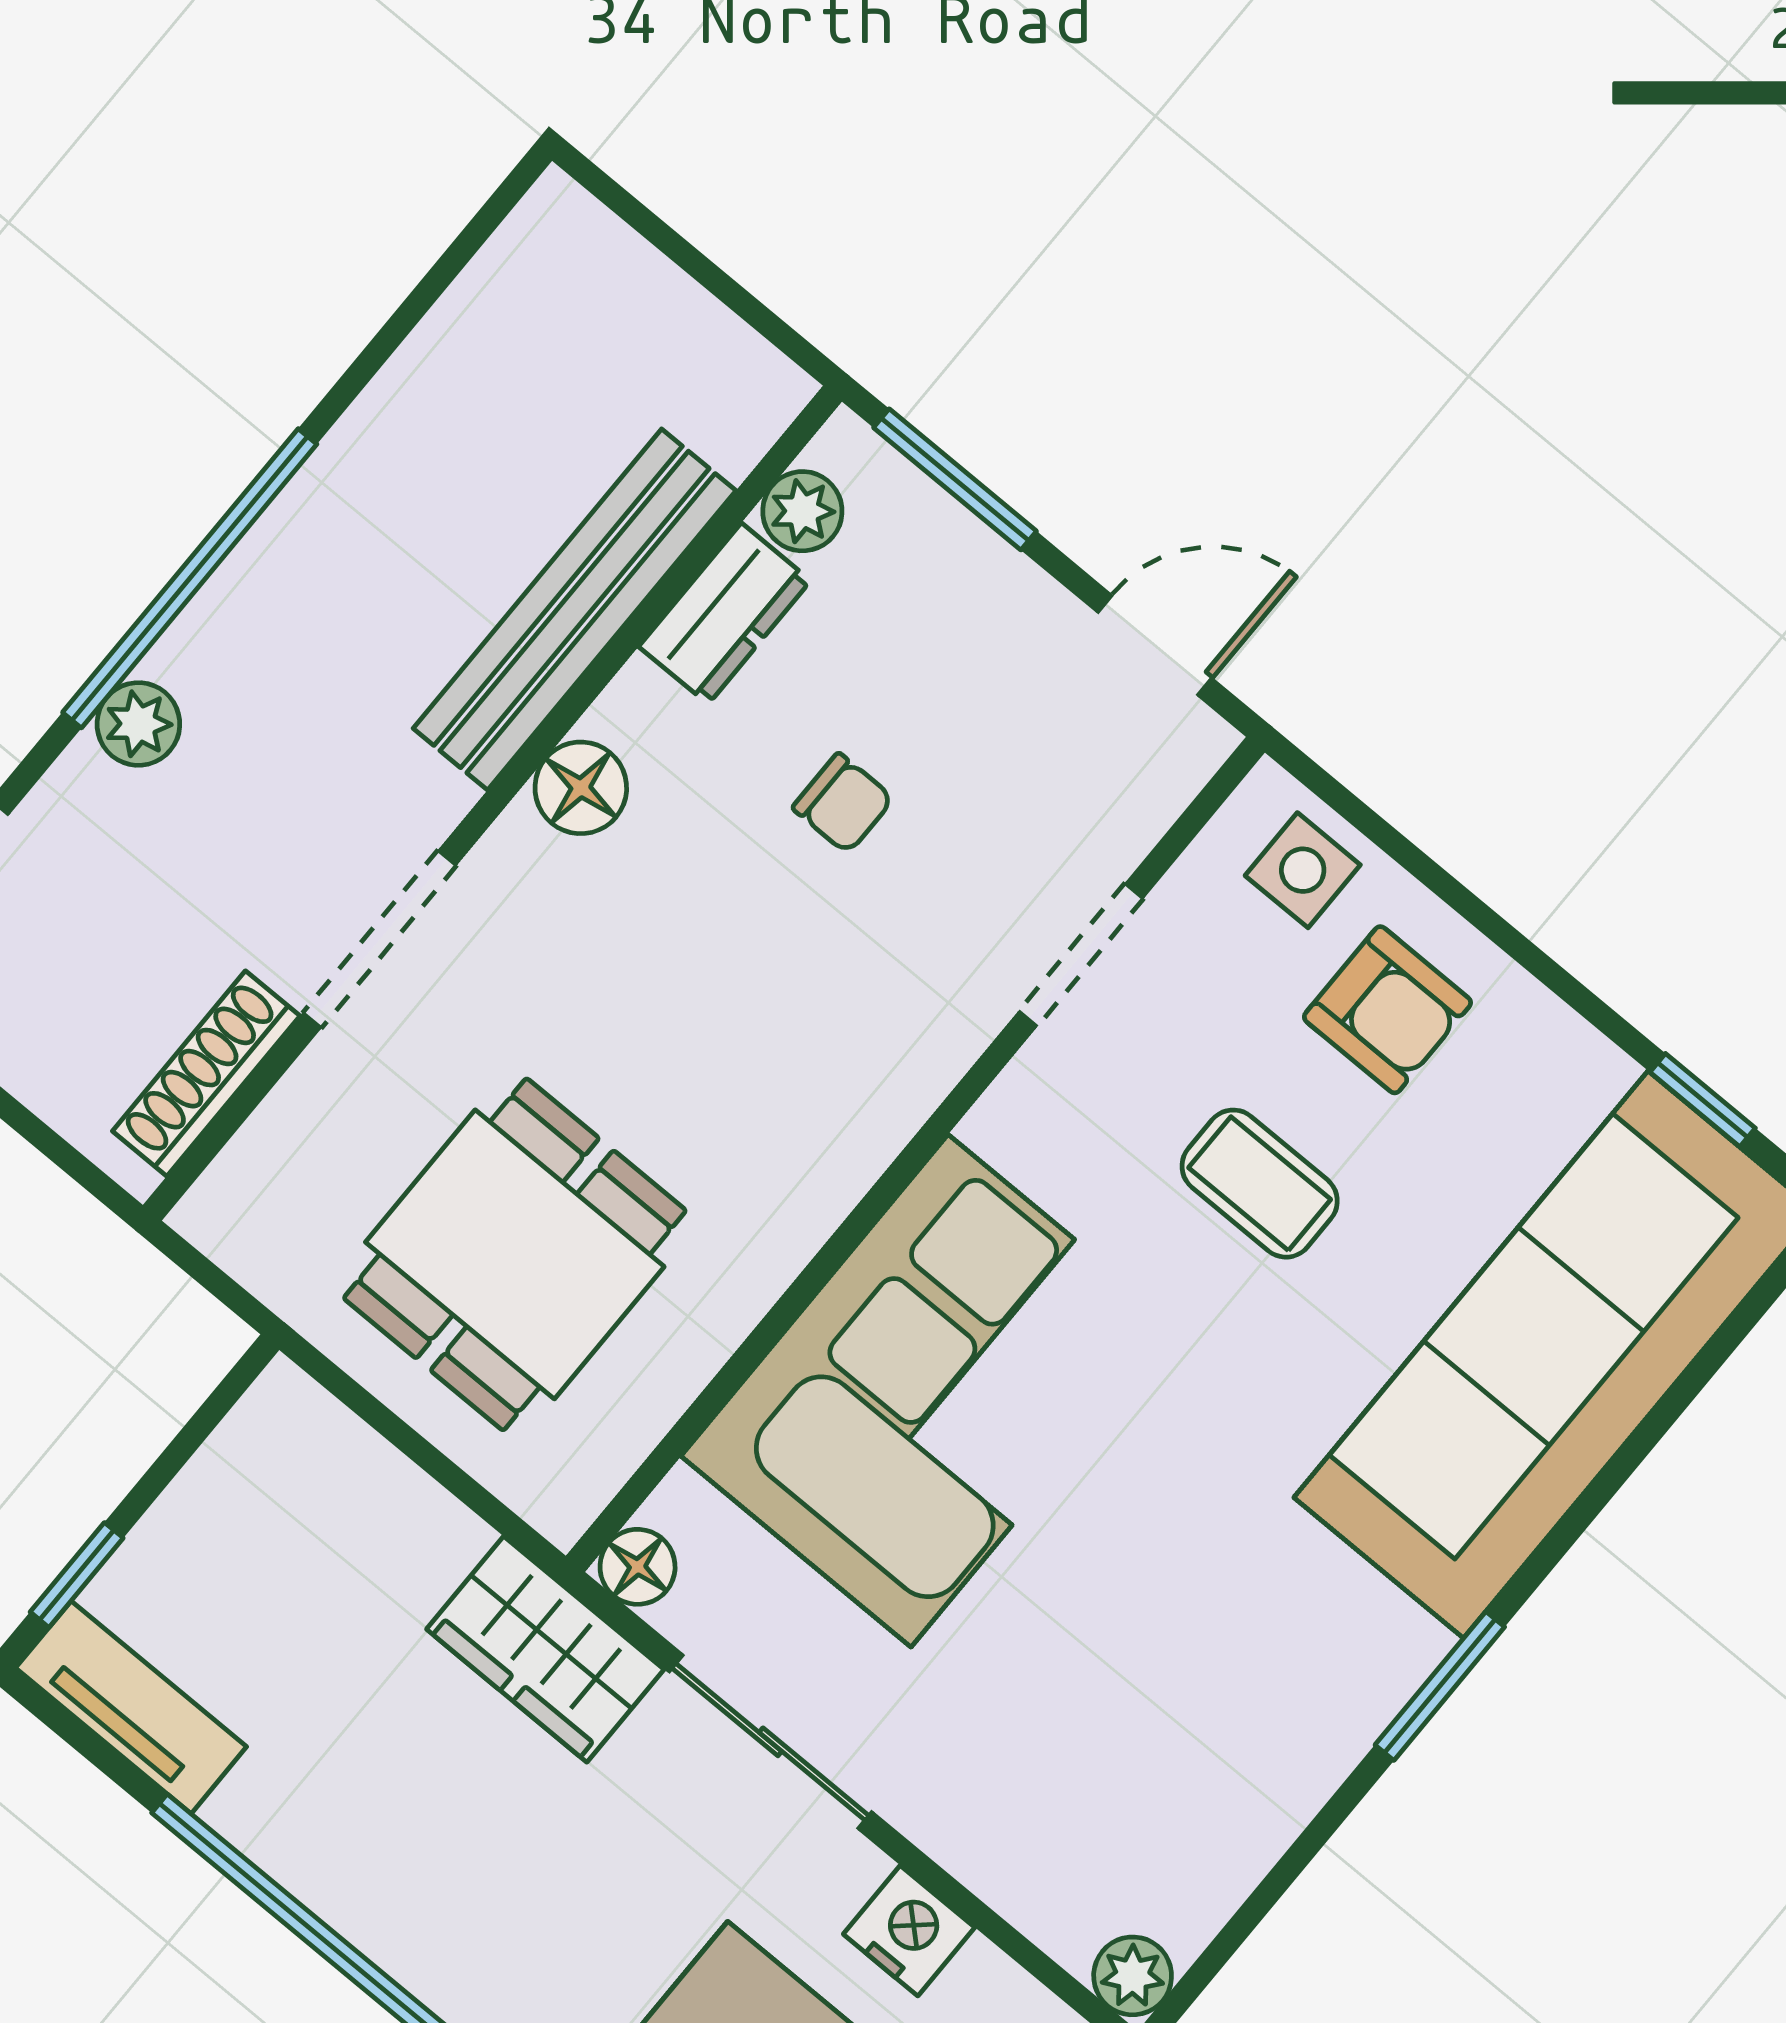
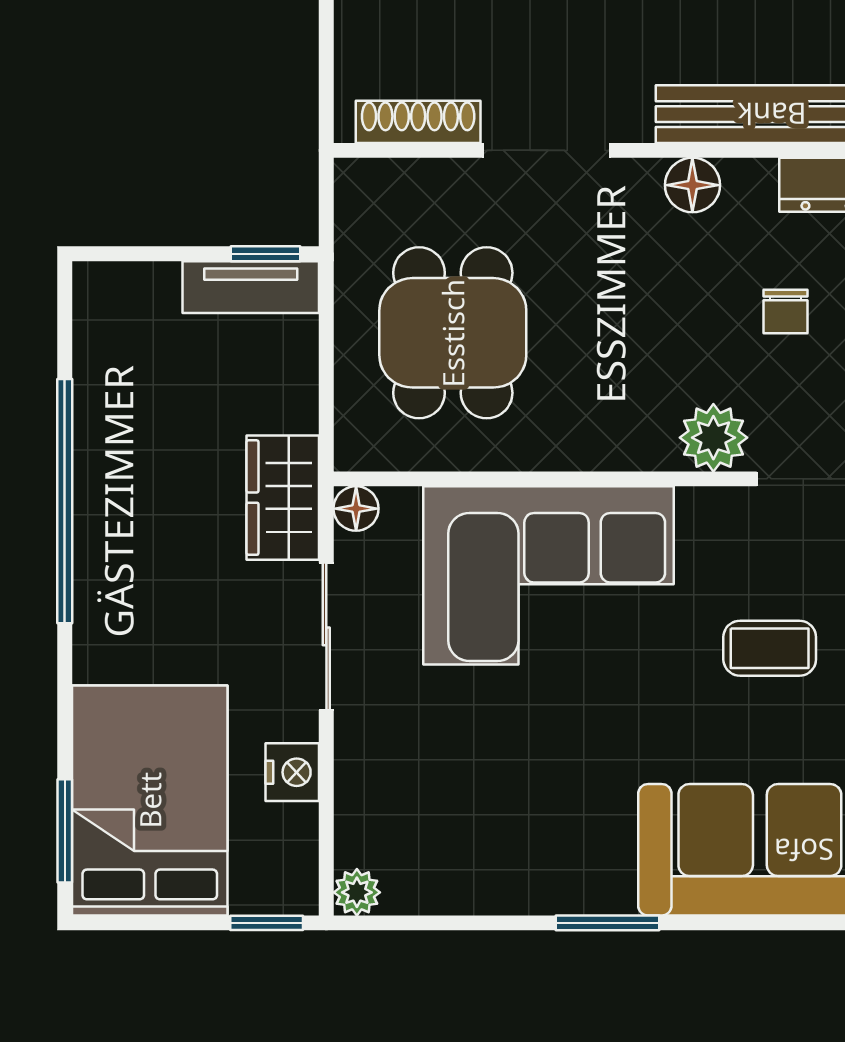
plant: (928, 1031) -> (713, 438), added
coffee table: (1260, 1184) -> (770, 648), turned 90
dining table: (515, 1254) -> (453, 333), turned 90
window: (77, 1575) -> (265, 254), moved
tv unit: (131, 1707) -> (251, 287), moved, turned 90

